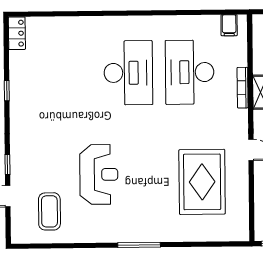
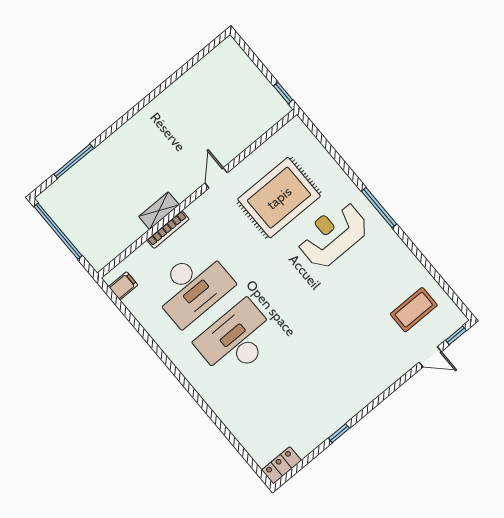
window: (7, 164) -> (456, 335), moved
reception desk: (99, 174) -> (333, 235), moved

